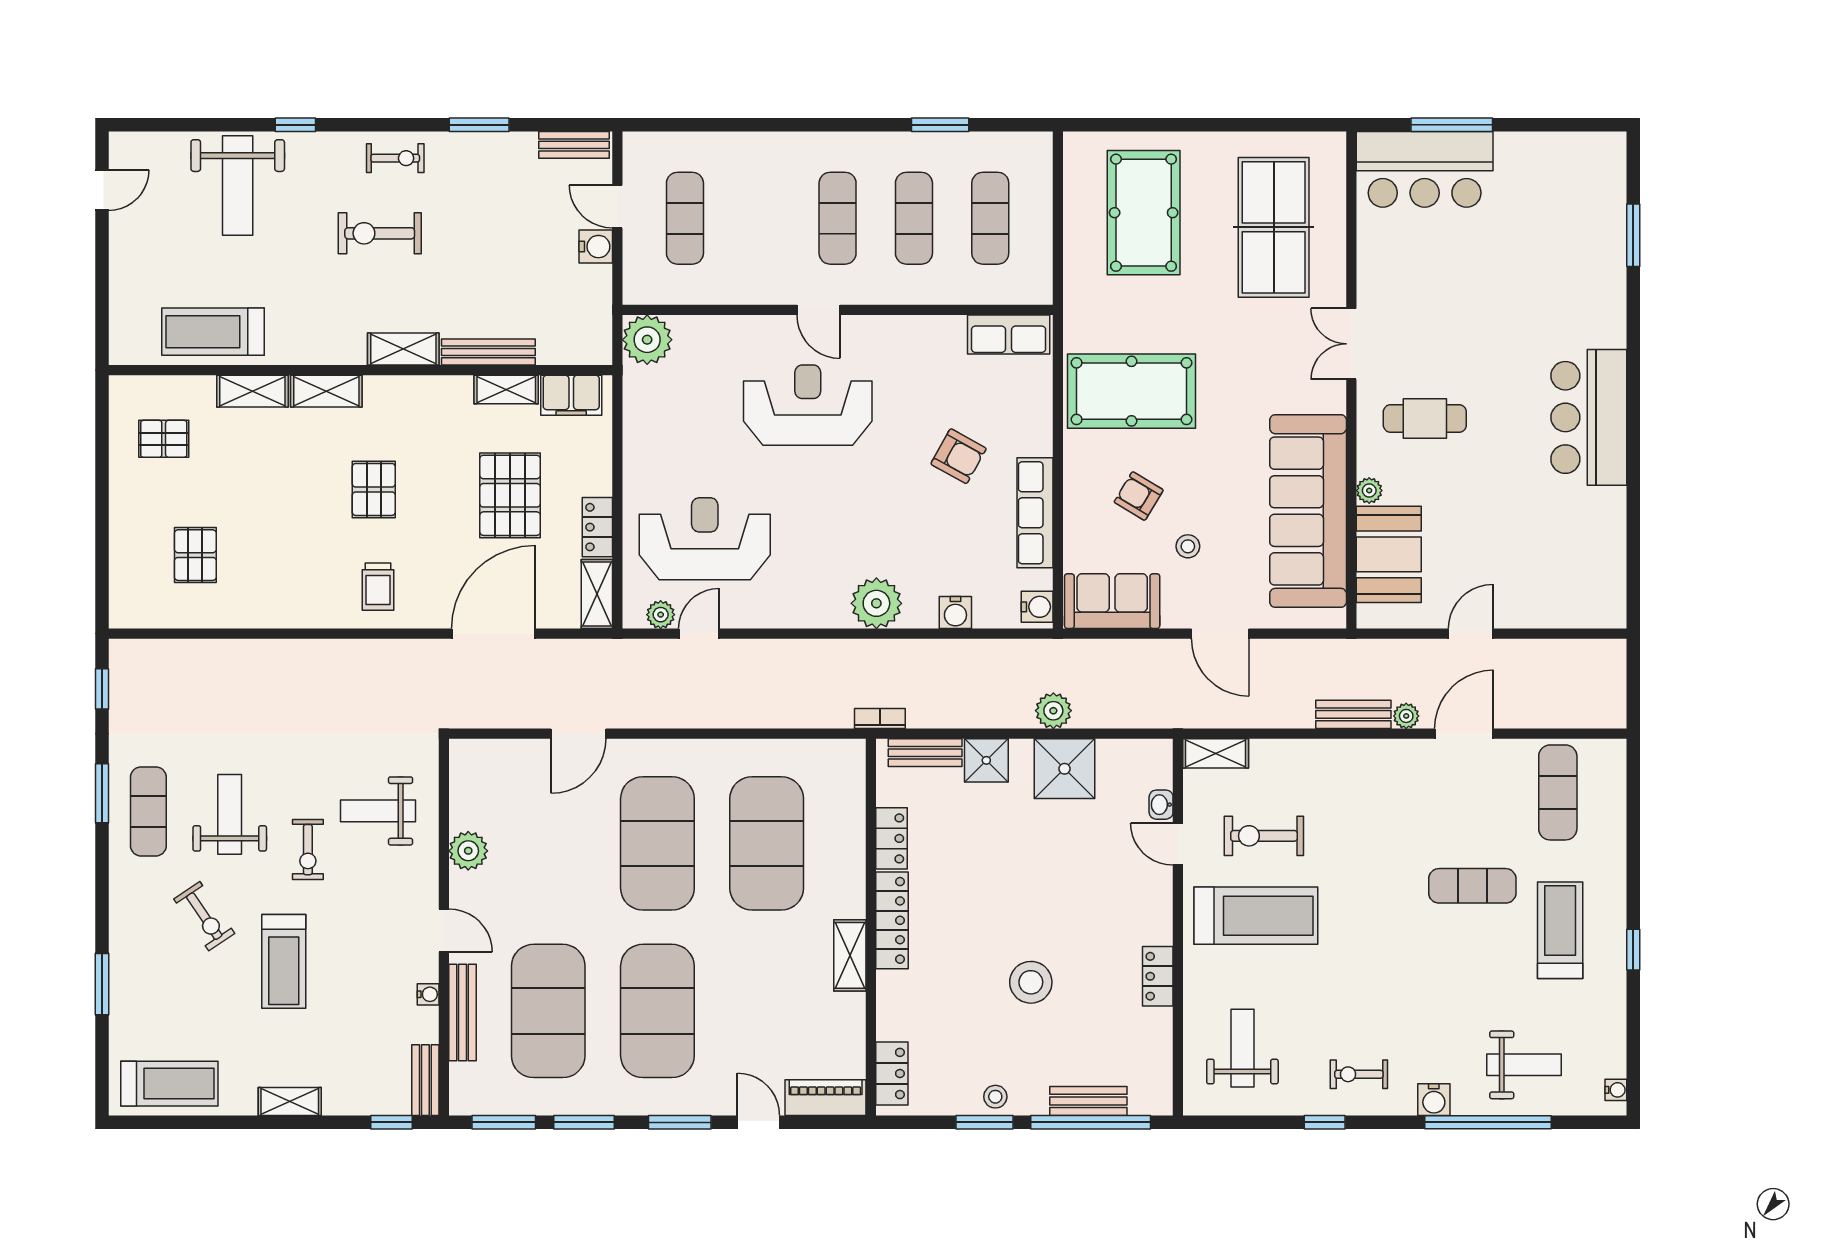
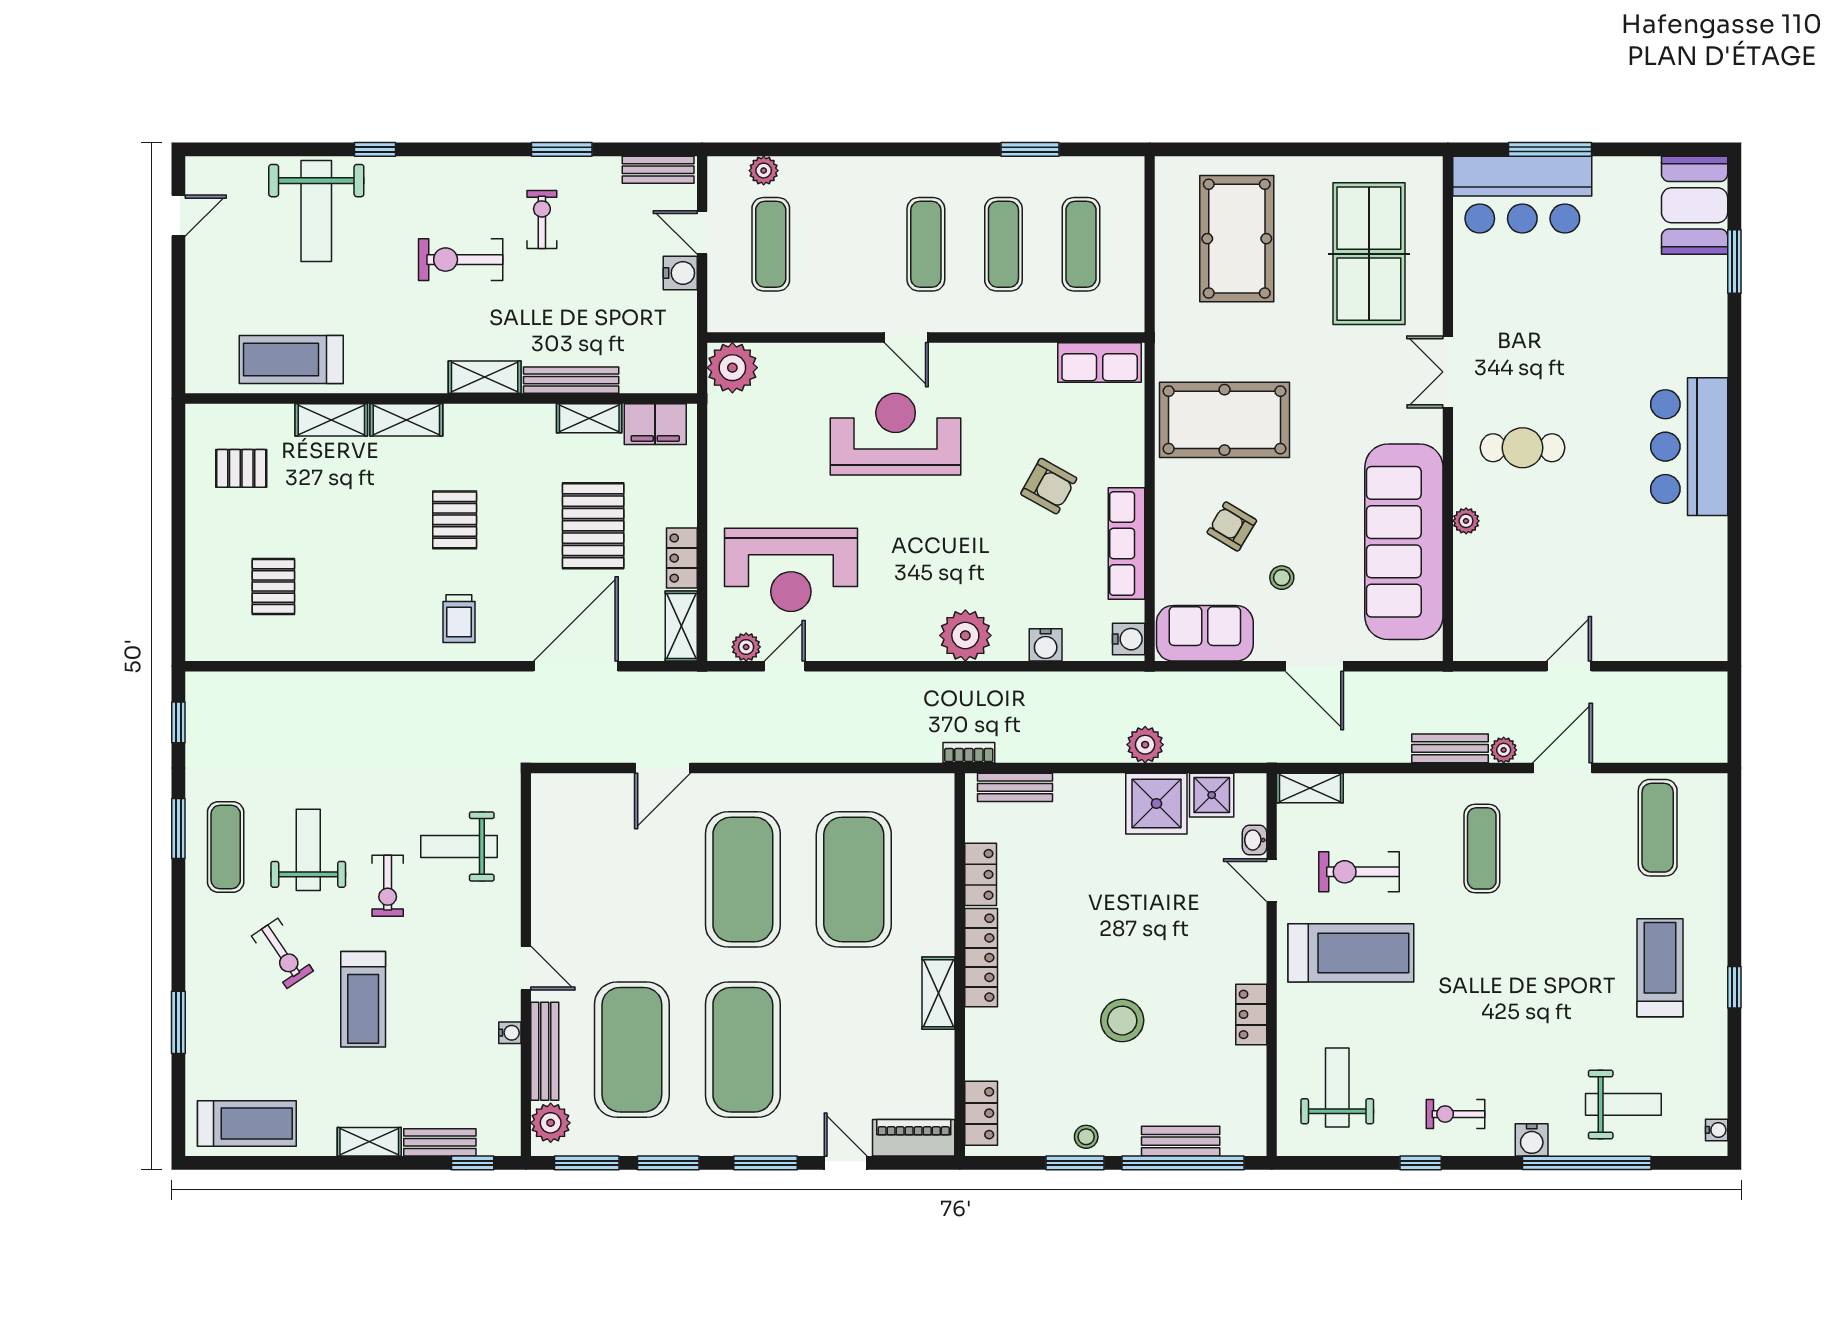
plant: (678, 146) -> (764, 171), added
exercise bike: (395, 158) -> (542, 219), moved, turned -90
reception desk: (705, 539) -> (791, 570), turned 180
booth: (1389, 554) -> (1695, 205), moved
shower: (986, 760) -> (1212, 795), moved
plant: (468, 851) -> (551, 1123), moved
exercise mat: (1472, 886) -> (1482, 848), moved, turned 90
bench: (425, 1080) -> (440, 1142), moved, turned 90

